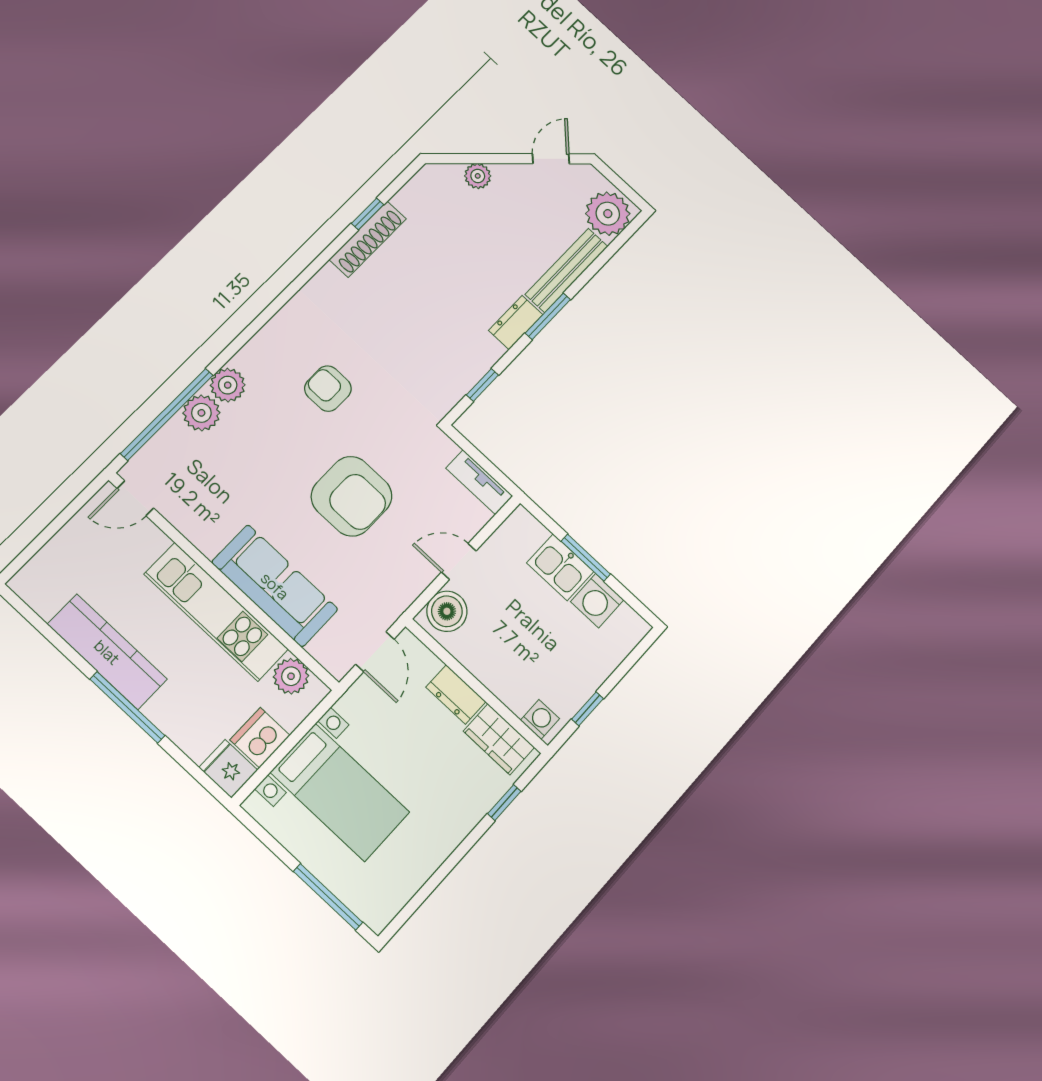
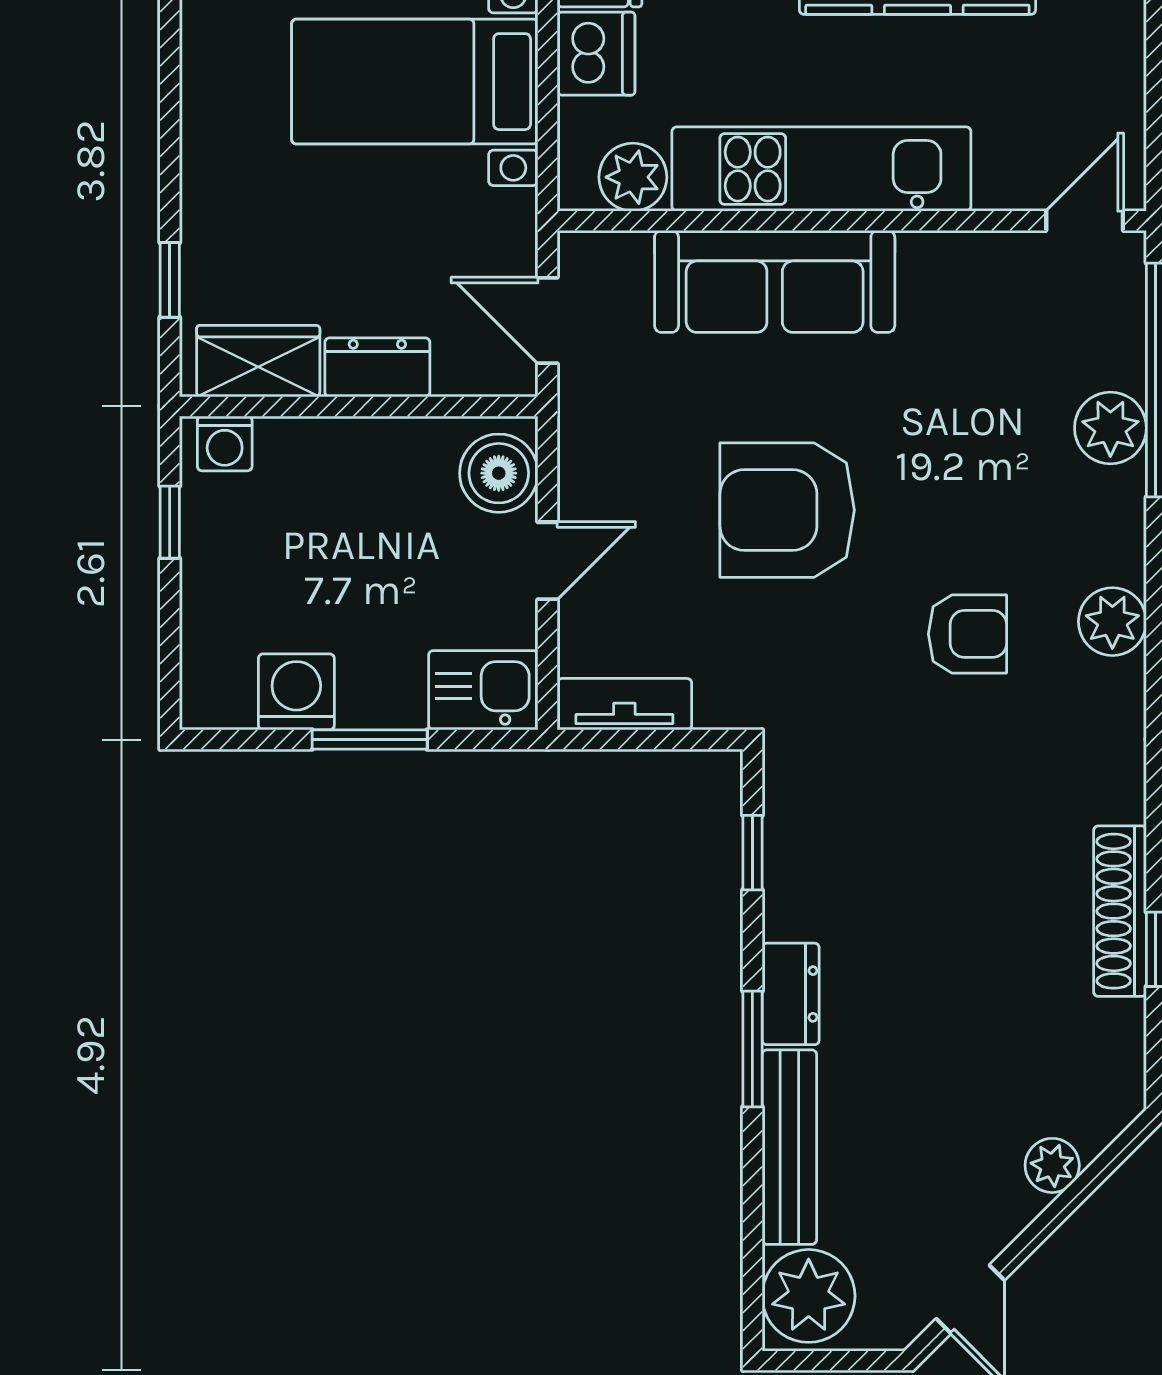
plant: (228, 385) -> (1112, 622), moved
kitchen sink: (560, 567) -> (483, 690), moved

